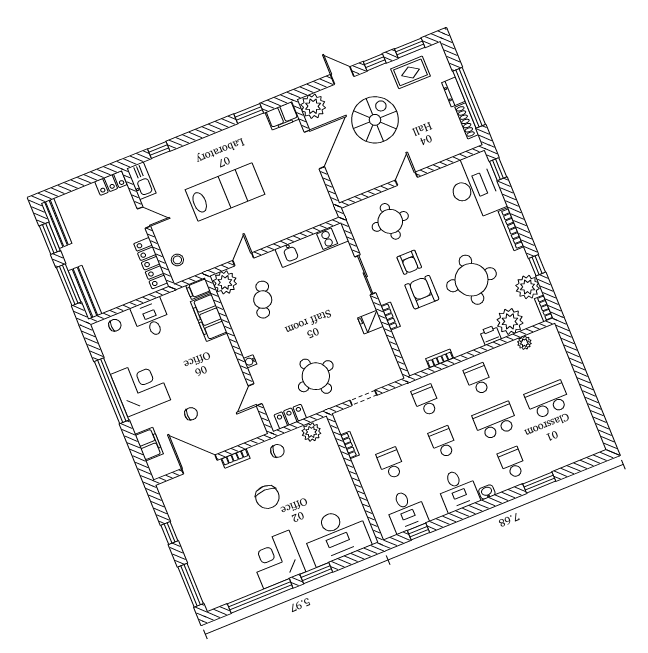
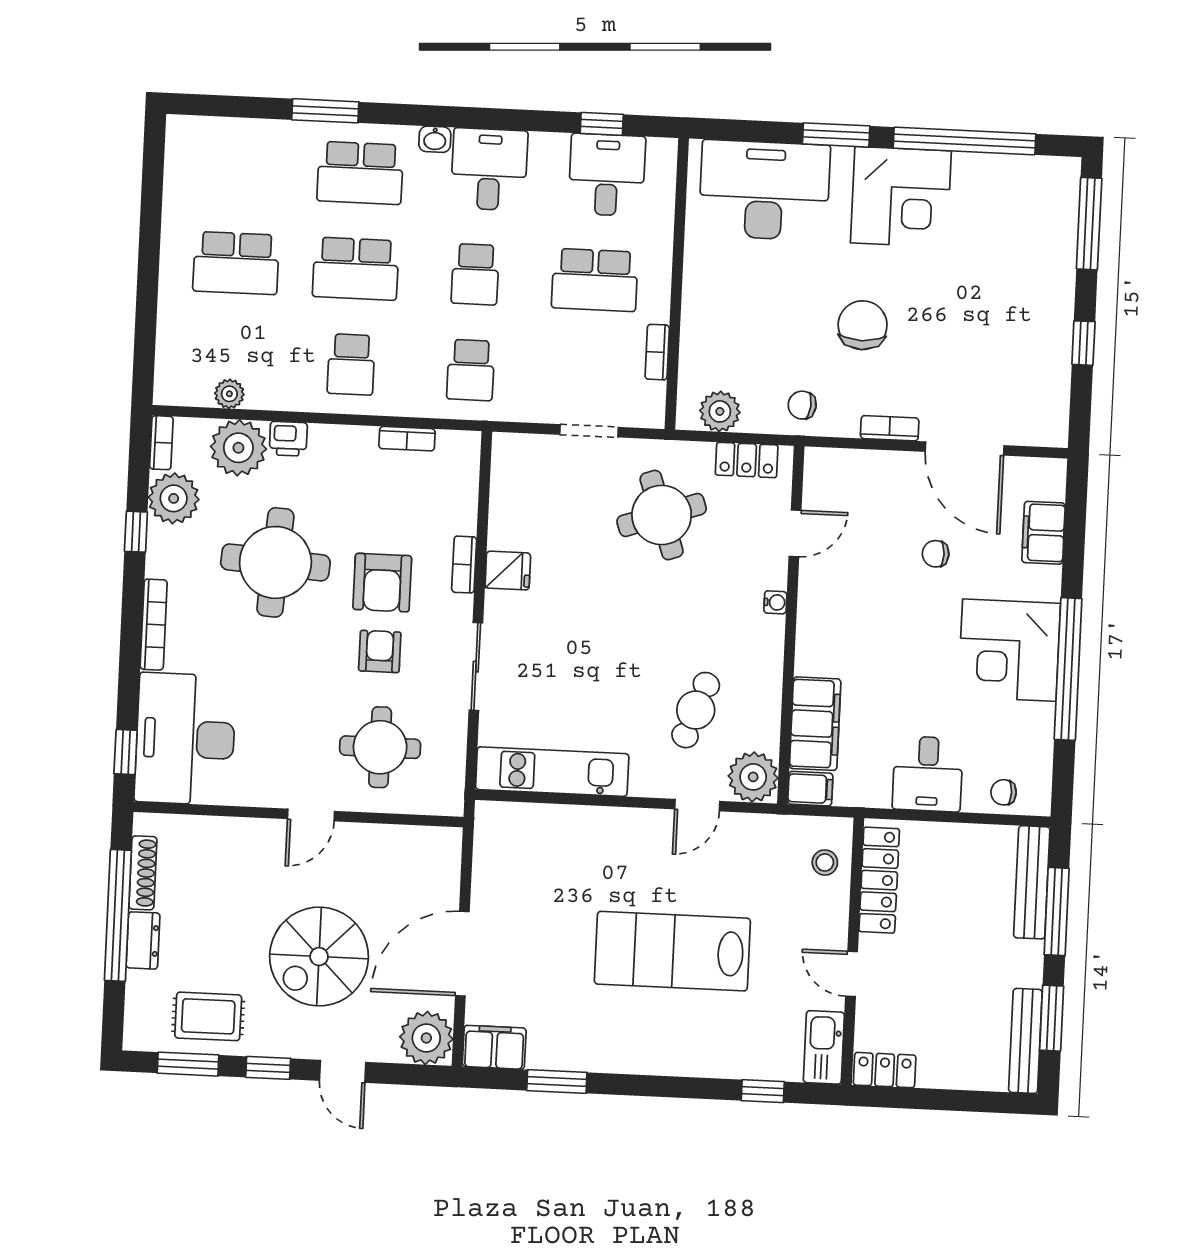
school desk: (391, 463) -> (595, 280), width x1.85
school desk: (512, 463) -> (360, 173), width x1.85

